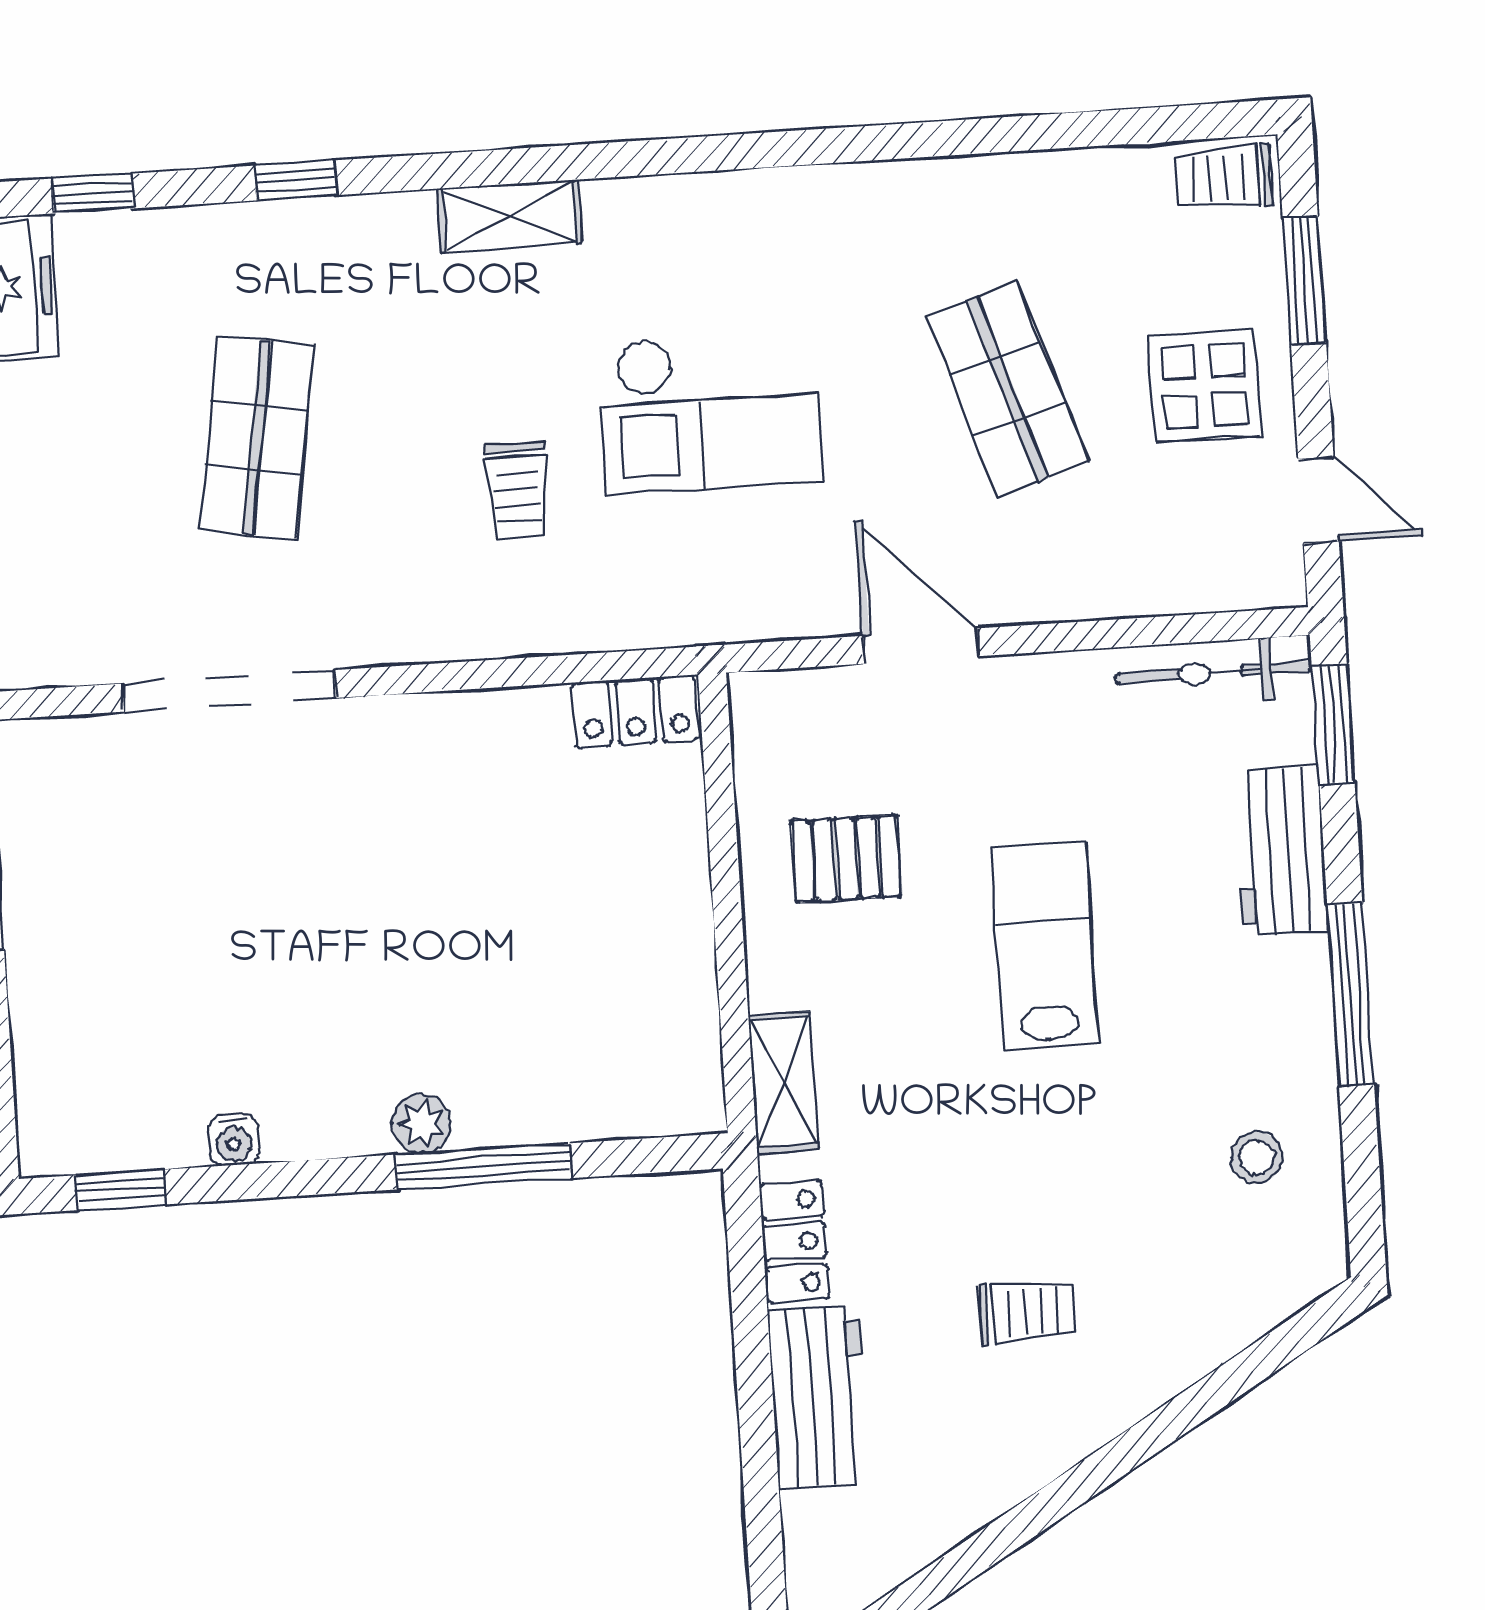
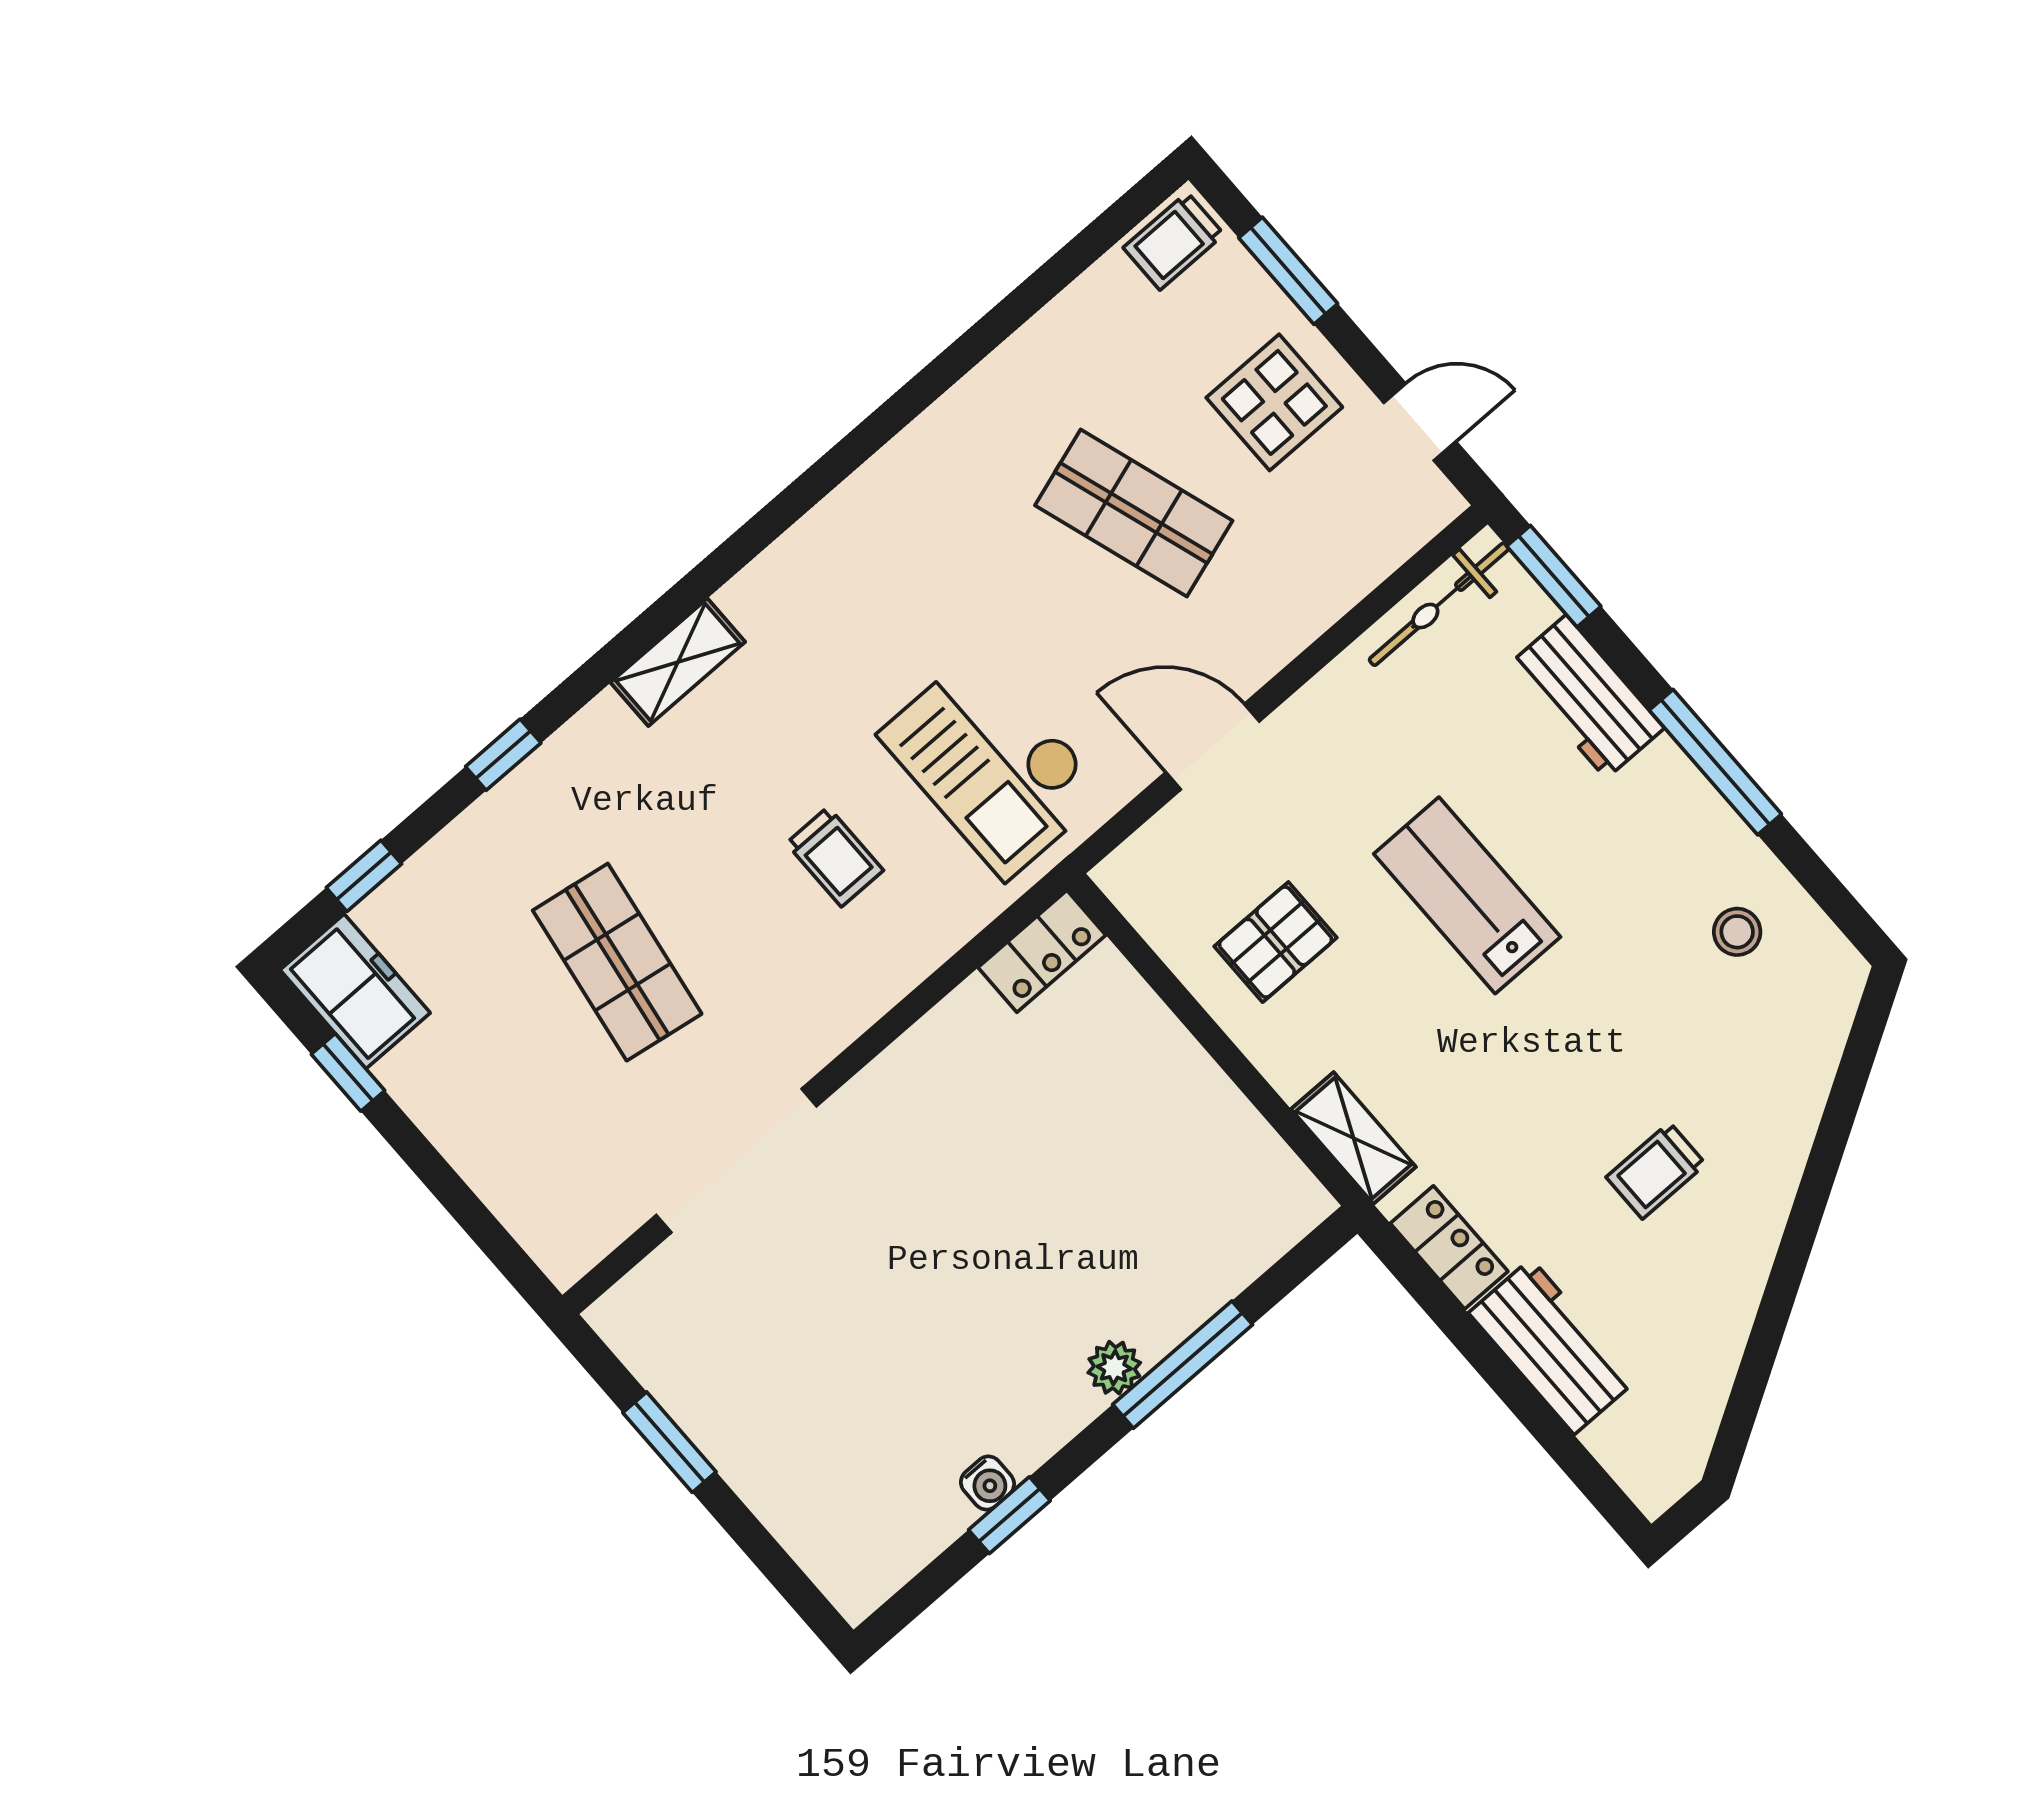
checkout: (710, 412) -> (992, 764), moved, turned 90
window: (121, 1190) -> (1009, 1515), moved
trolley: (1026, 1312) -> (1656, 1171), turned 180

